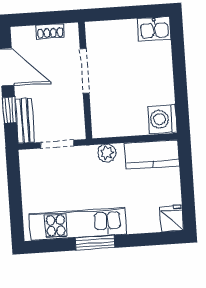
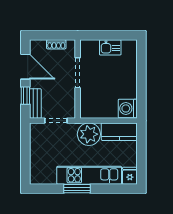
kitchen sink: (154, 29) -> (110, 47), moved
plant: (107, 153) -> (89, 134), width x1.88, depth x1.88
kitchen unit: (78, 224) -> (89, 175), moved

